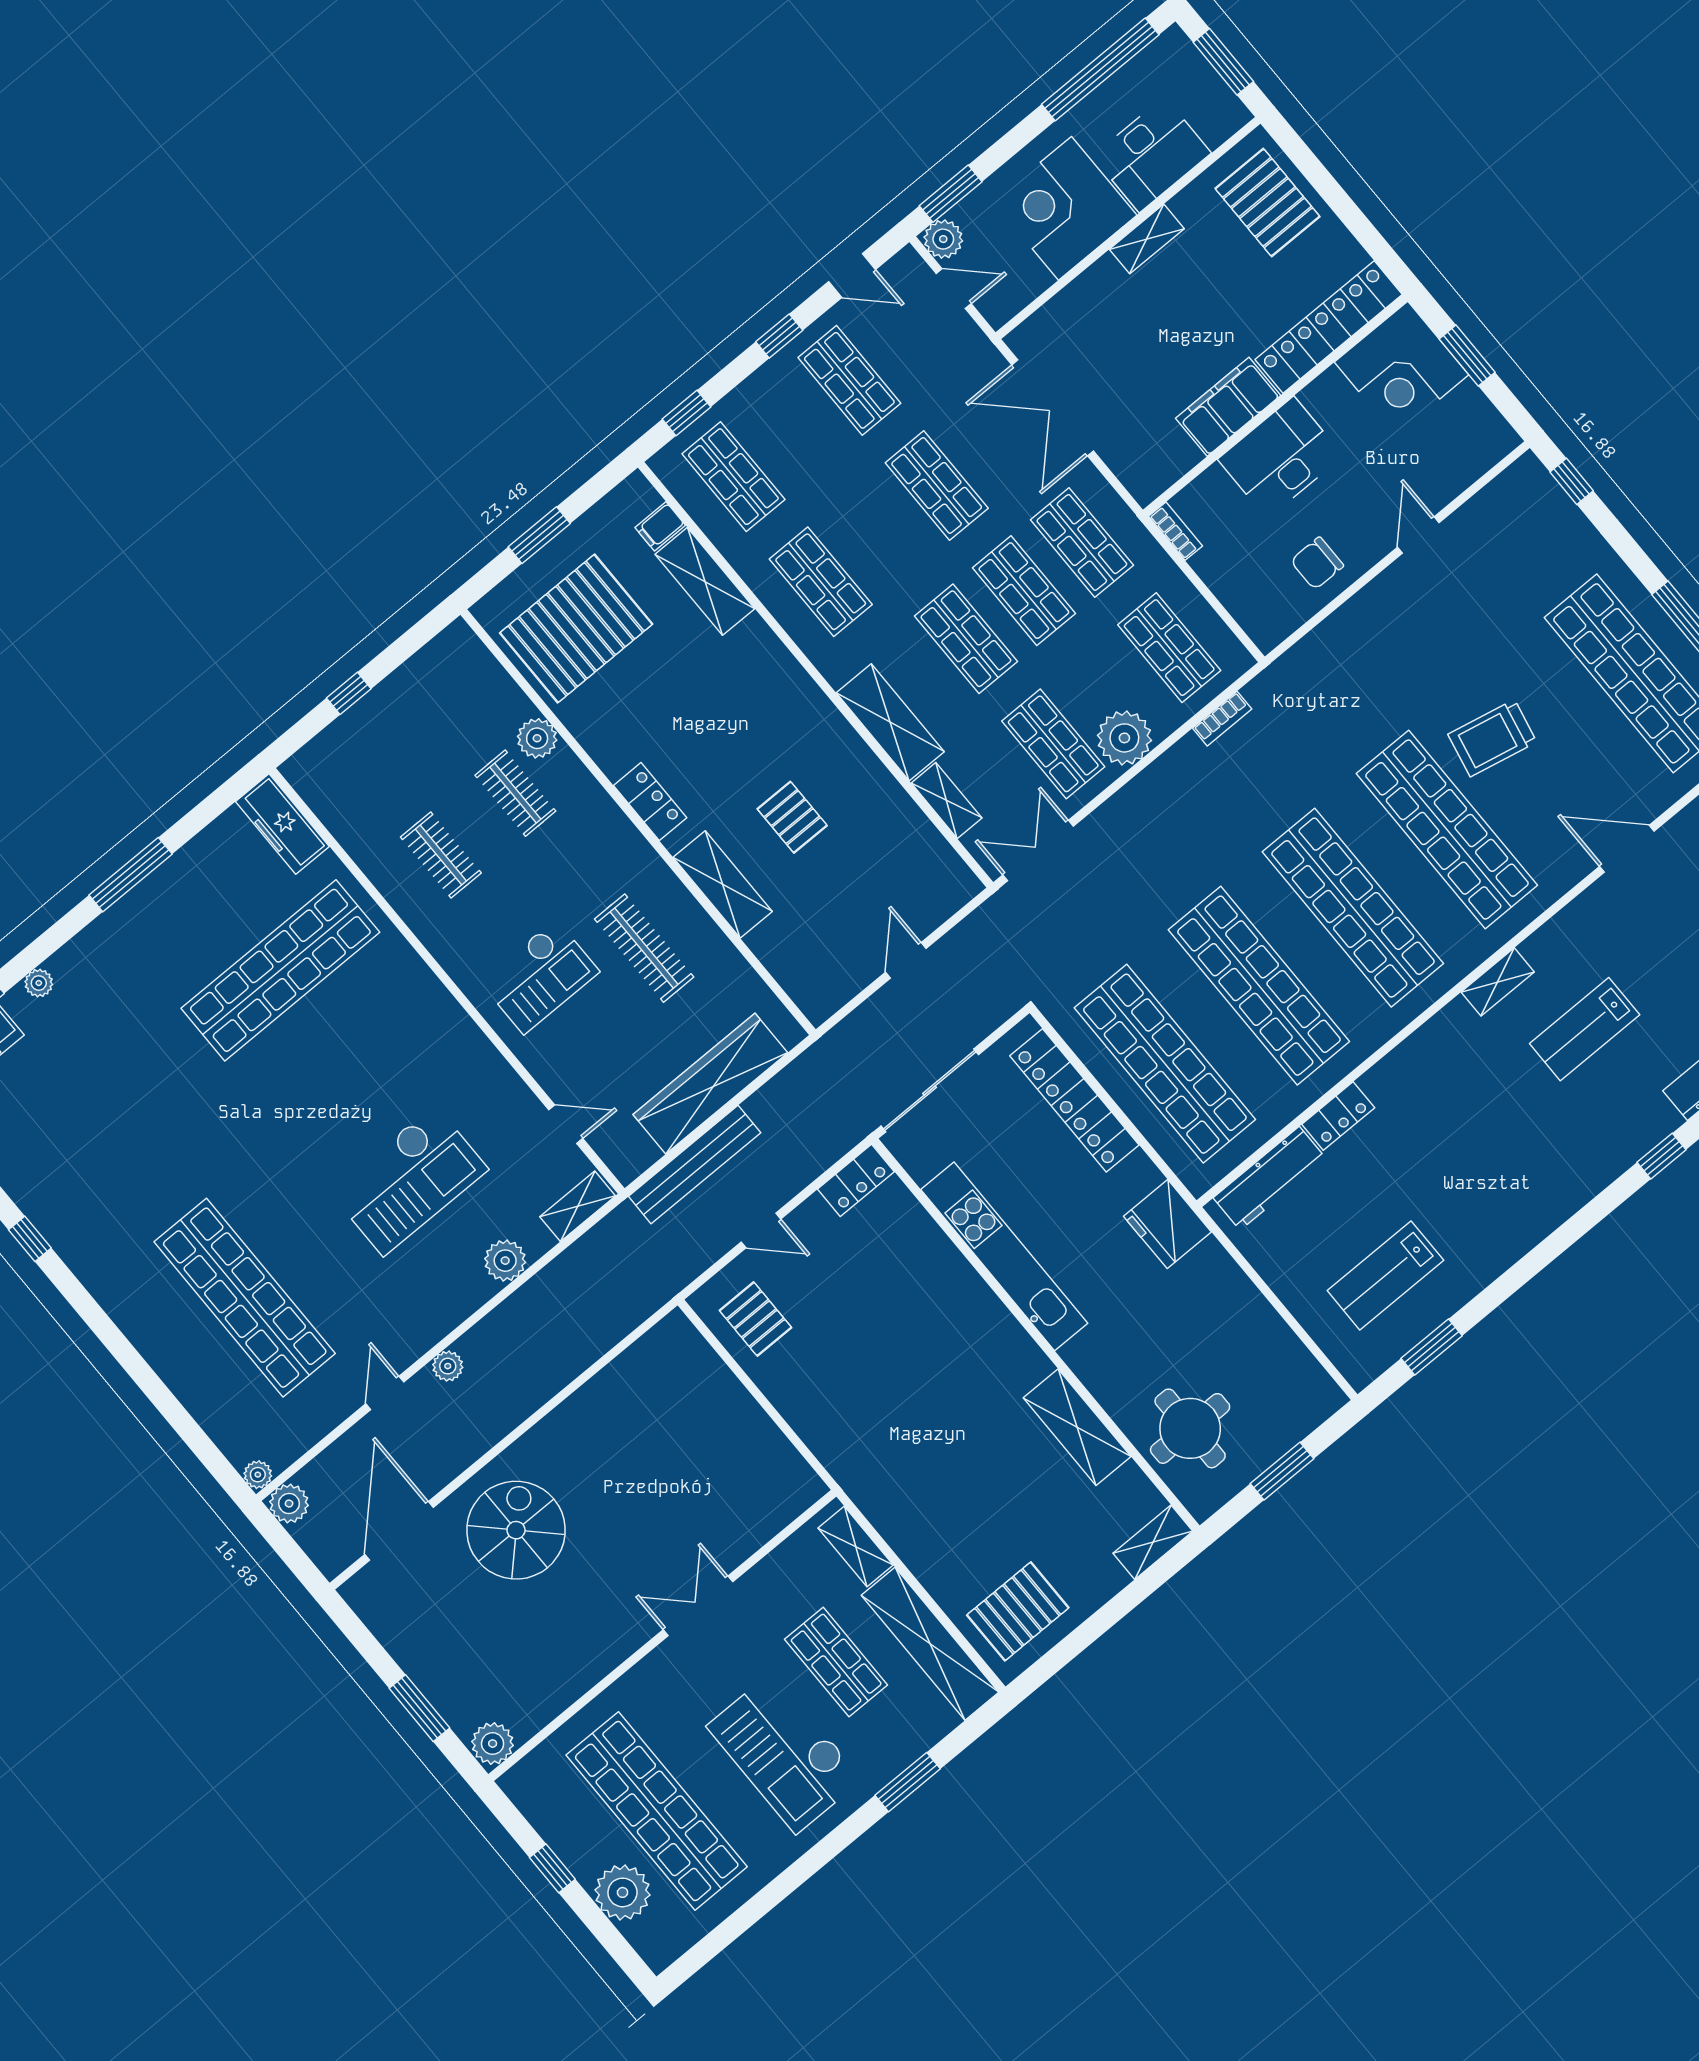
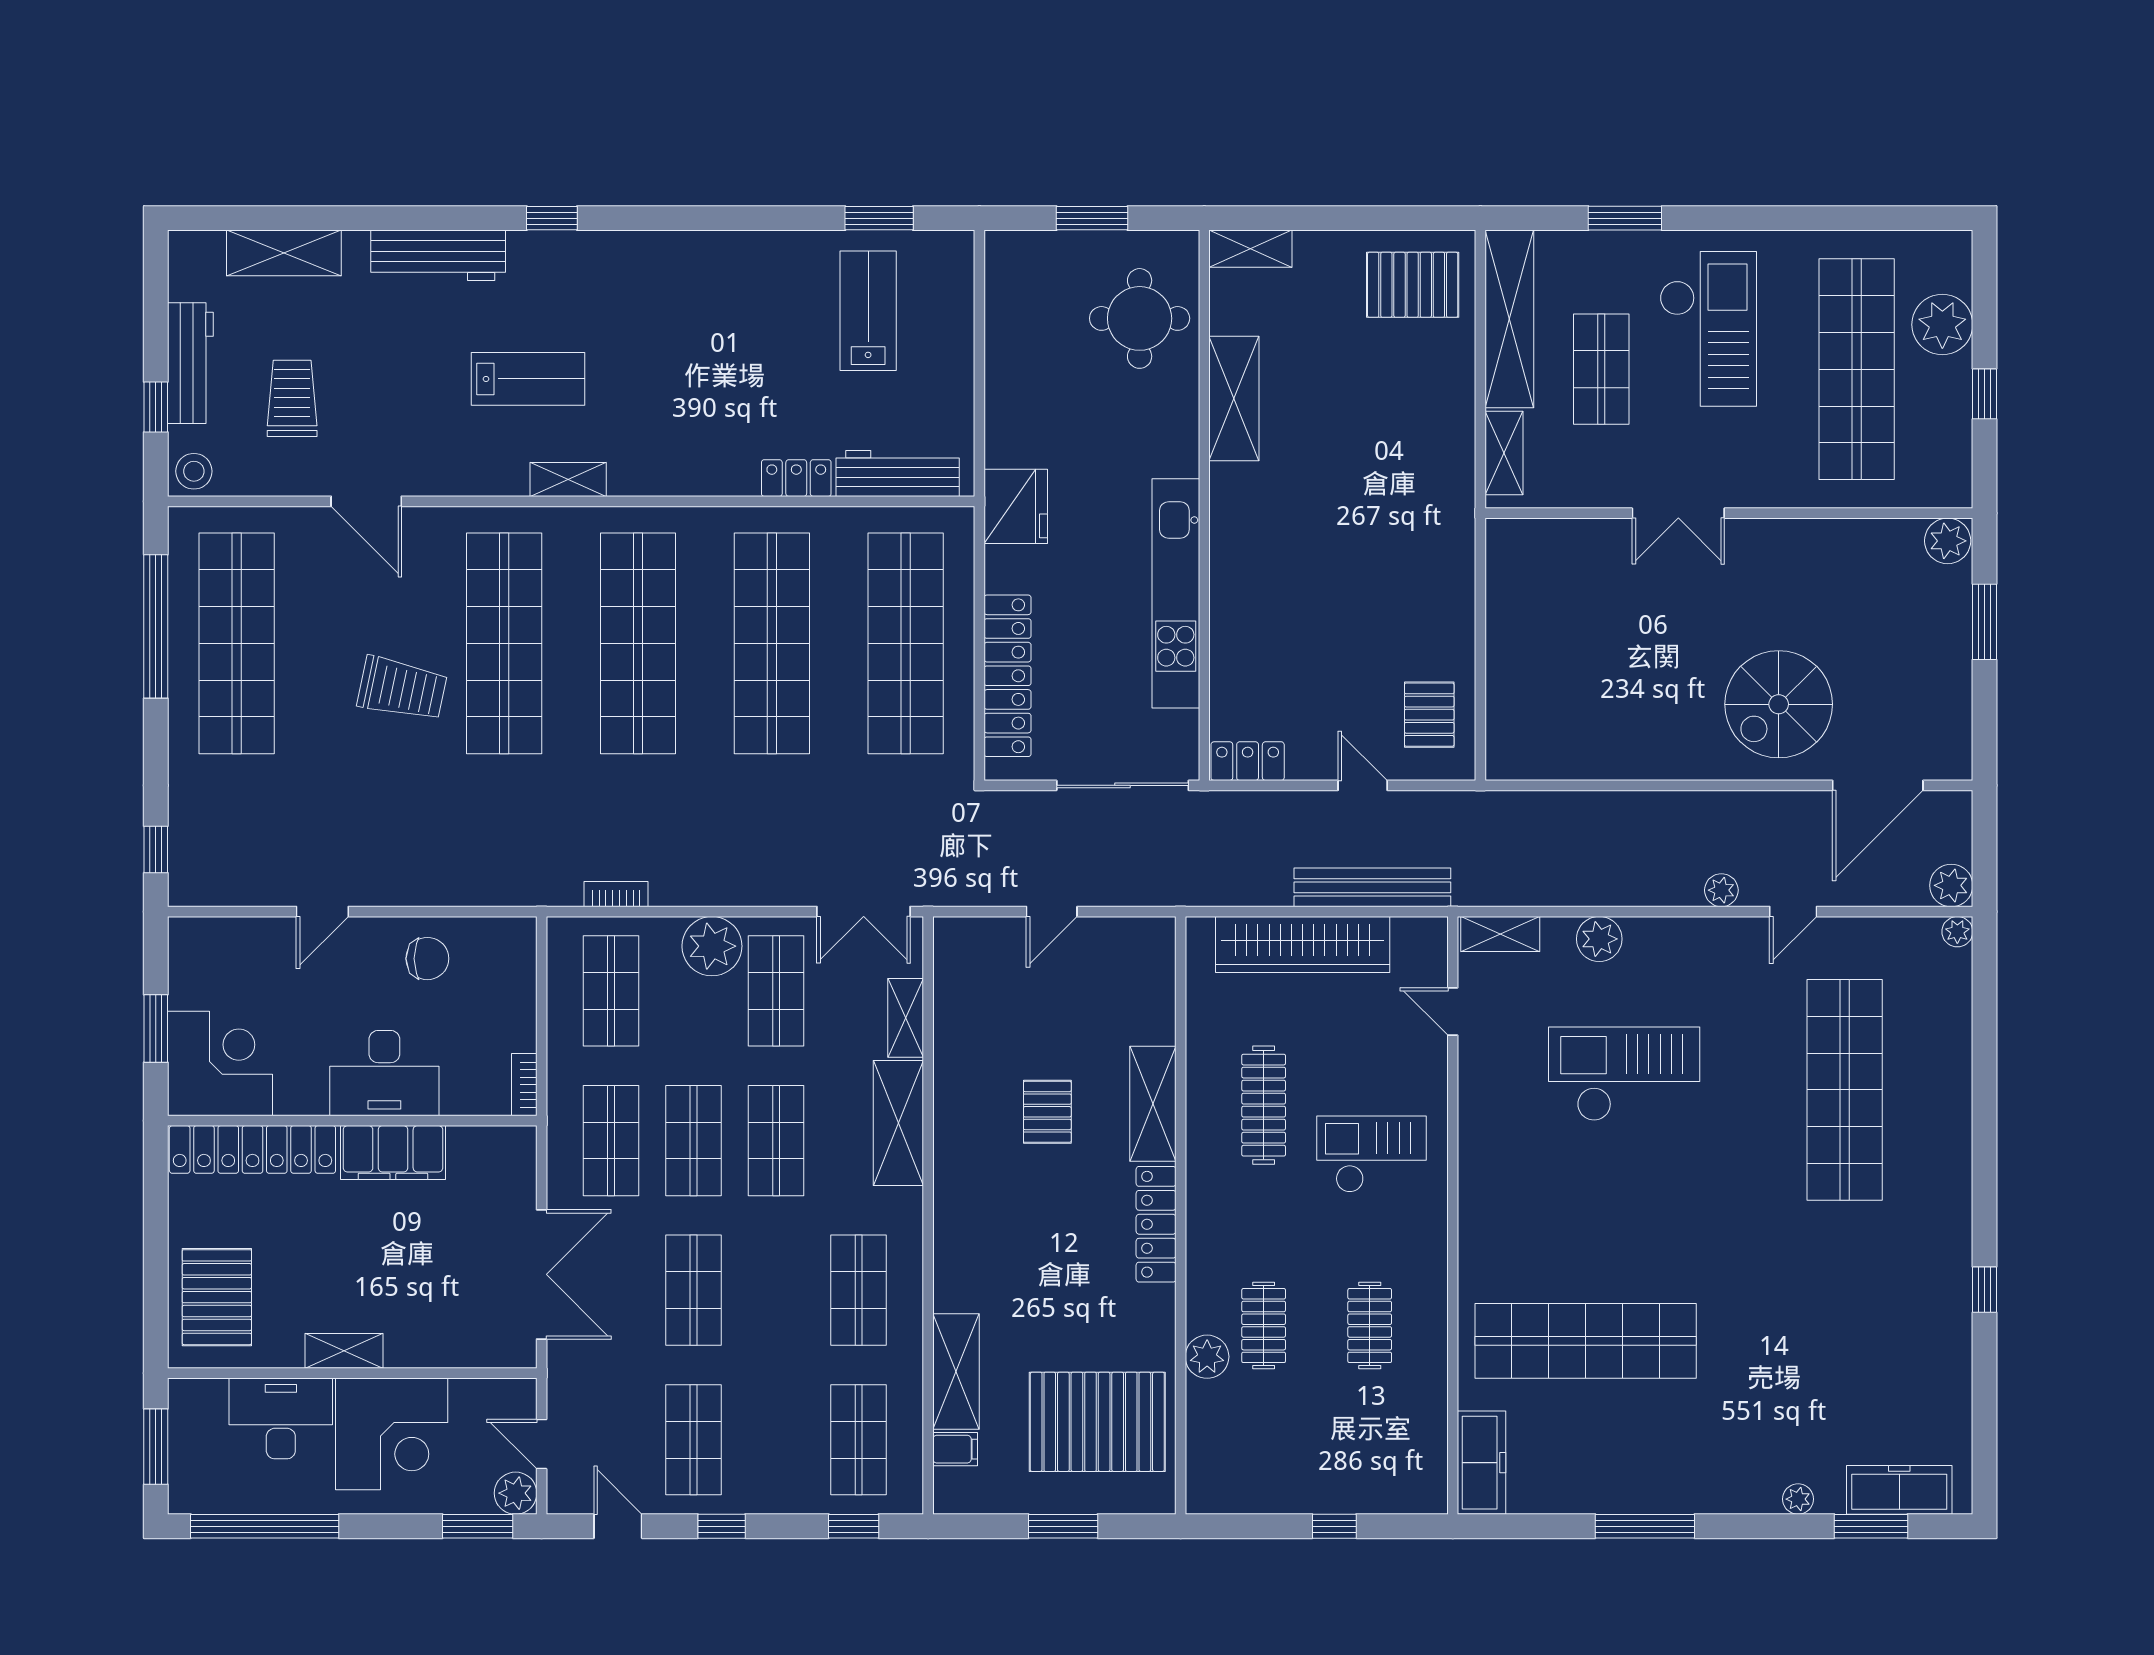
locker: (650, 802) -> (1156, 1224), width x1.53
lab bench: (1385, 1275) -> (868, 311), turned -90

